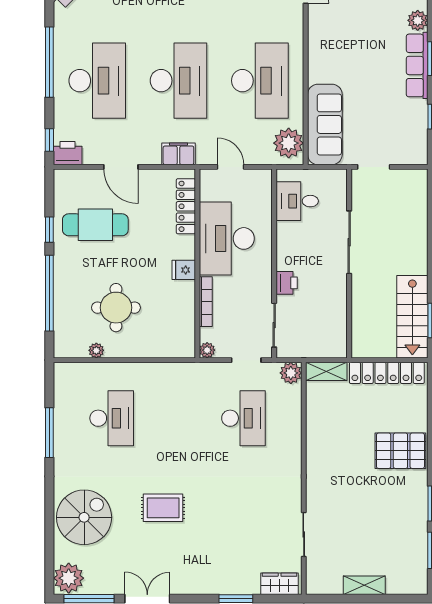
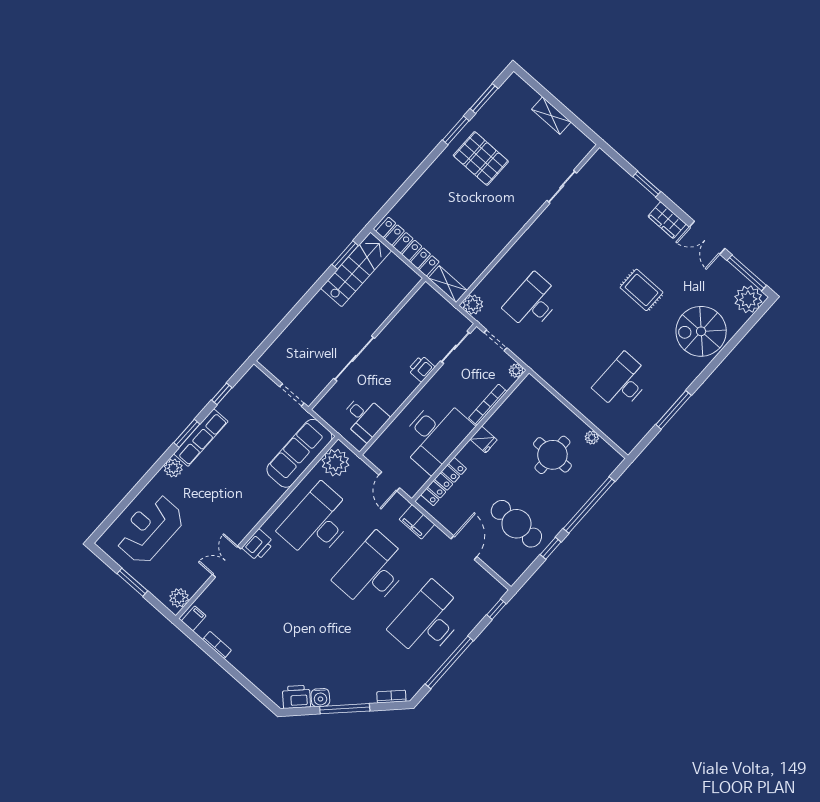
printer: (68, 153) -> (258, 545), moved, turned -90
pallet: (400, 451) -> (481, 158), moved
wardrobe: (280, 584) -> (667, 220), moved

